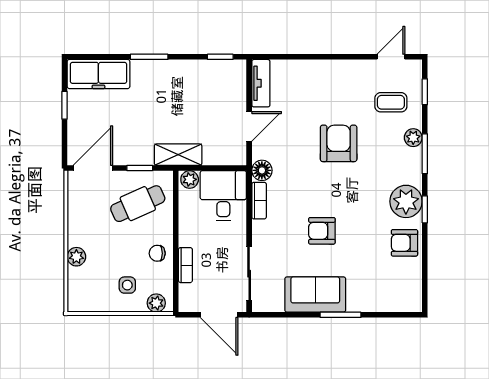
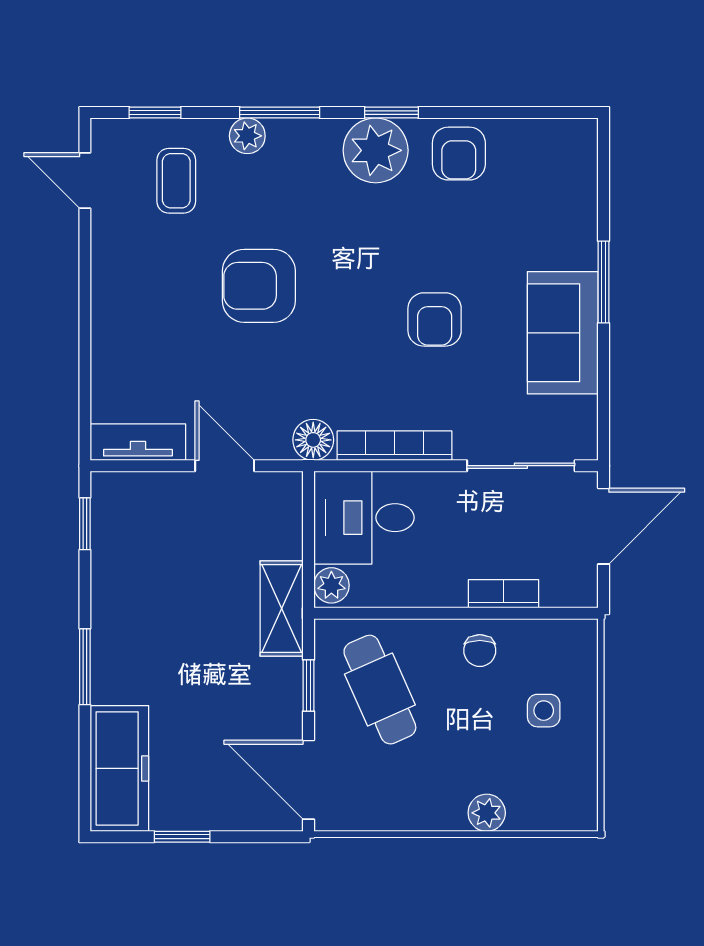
bookcase: (259, 201) -> (395, 446), width x1.56
plant: (156, 303) -> (580, 652), removed

